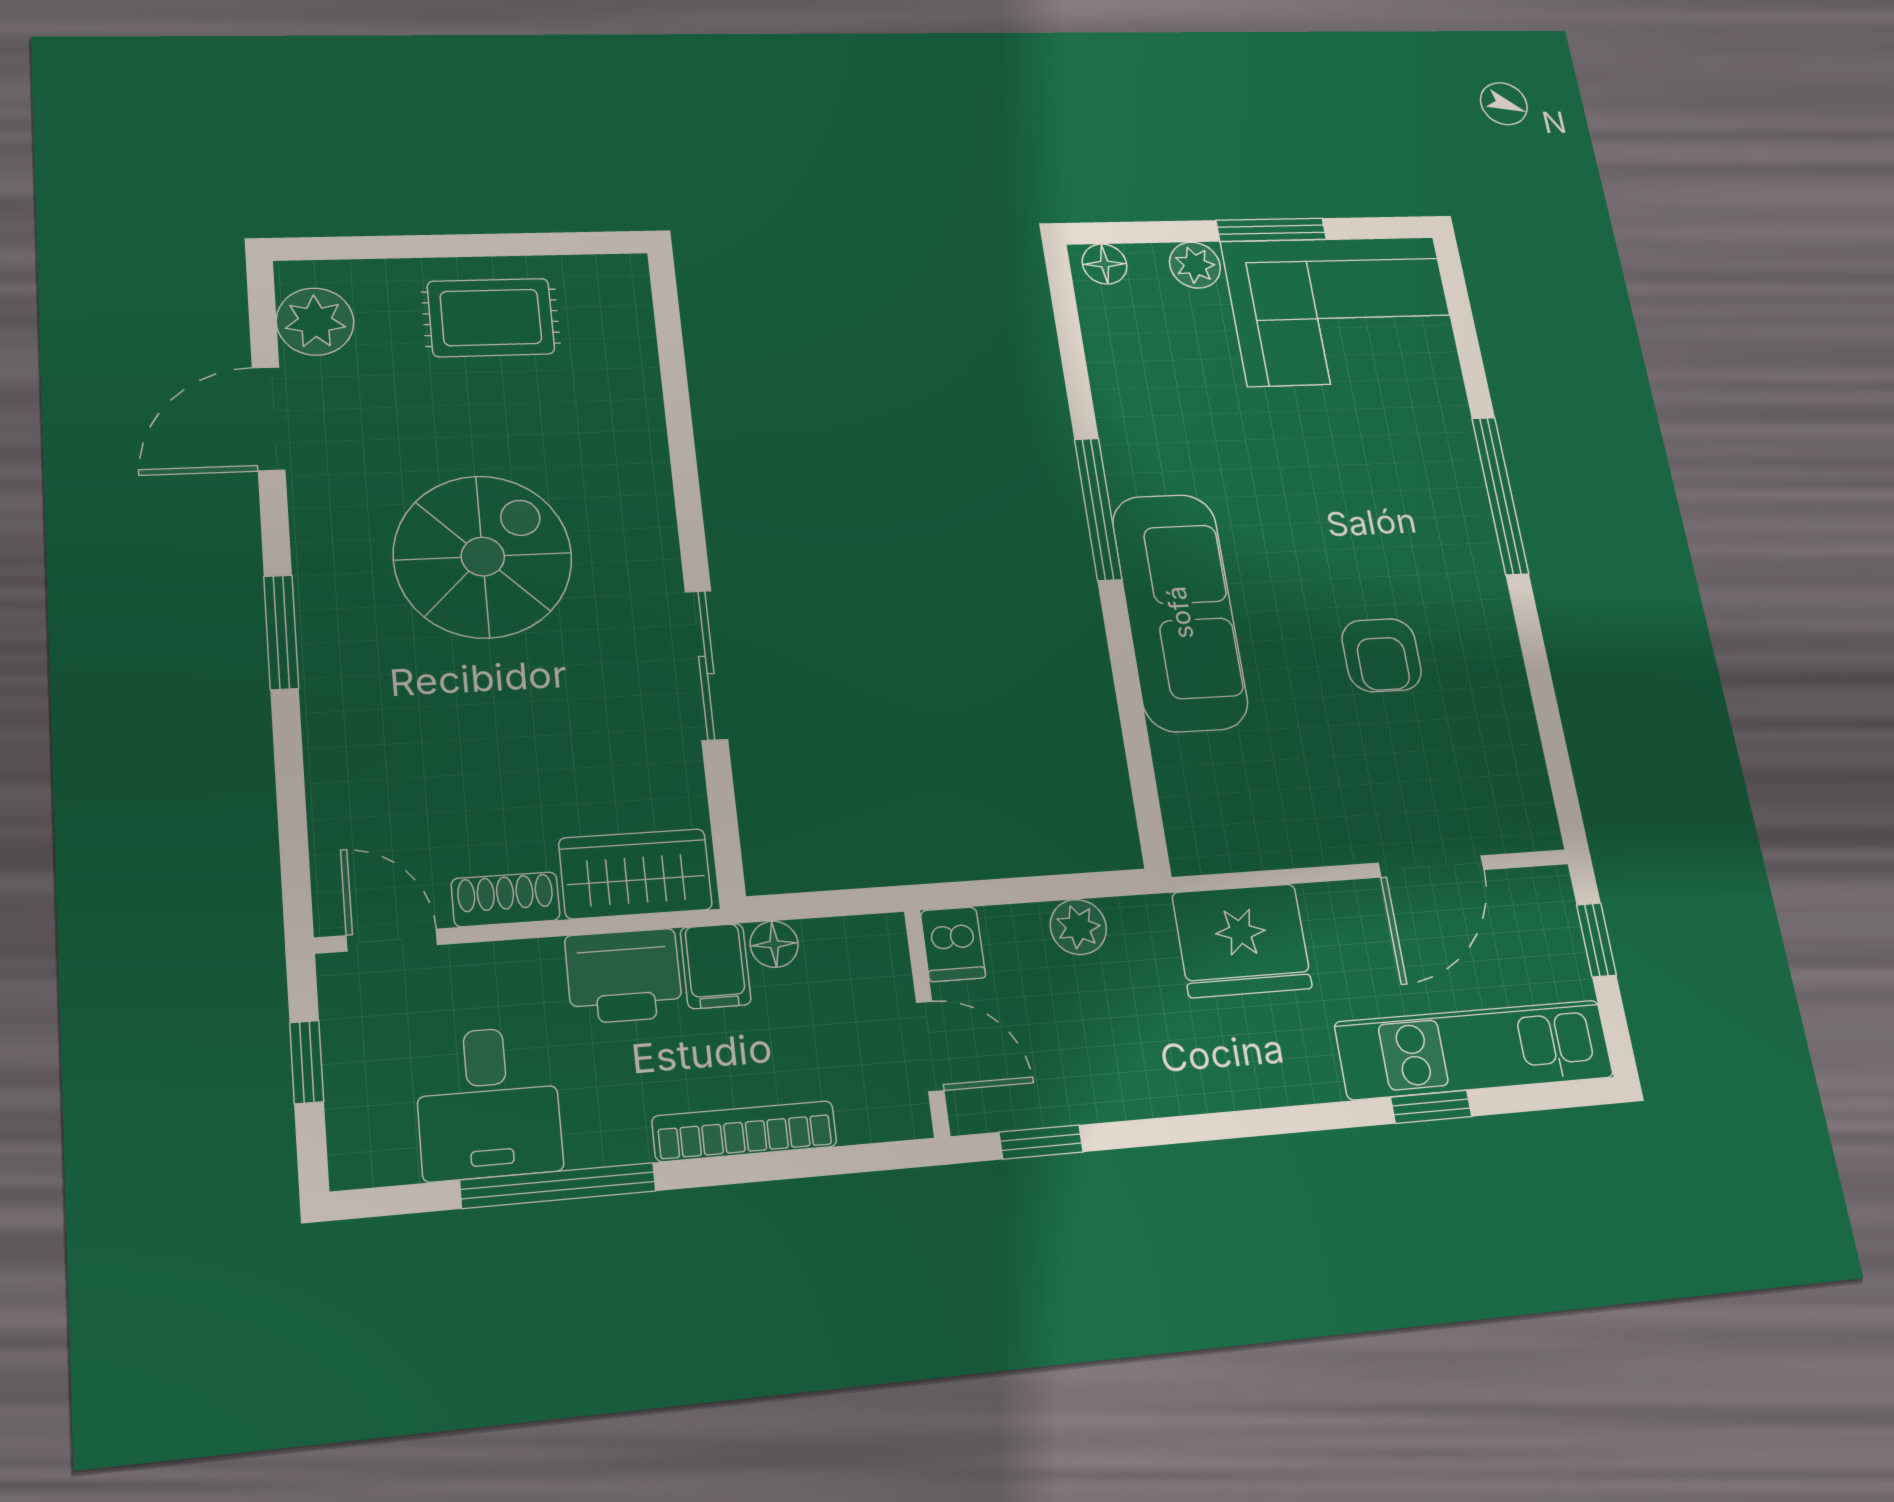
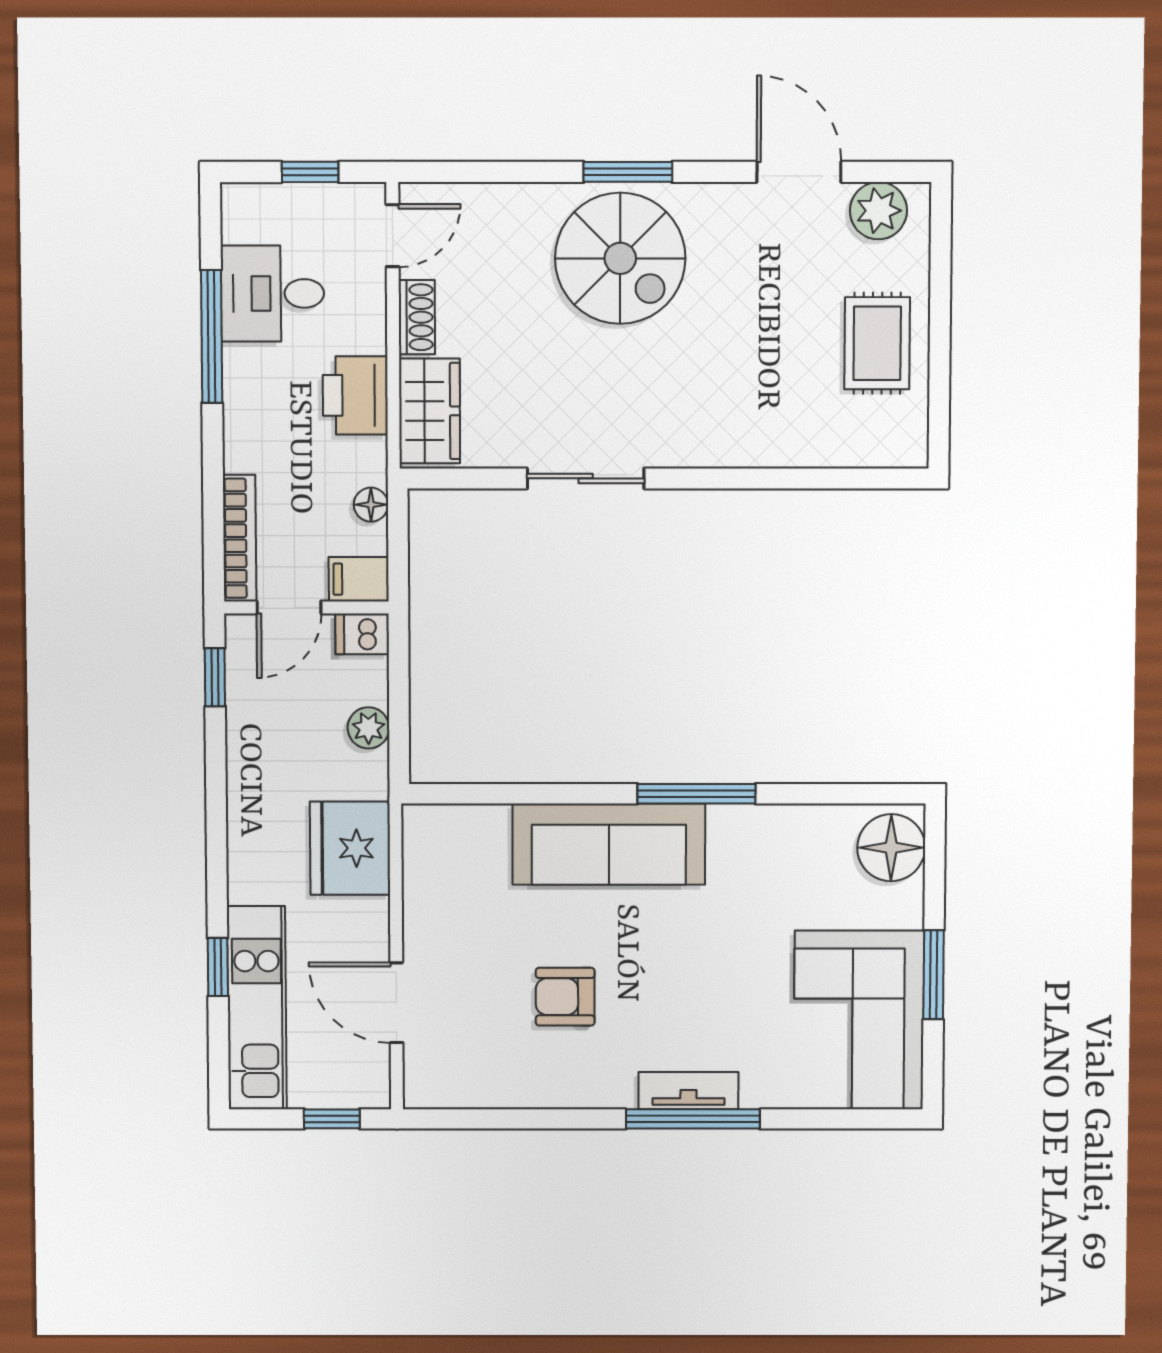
floor lamp: (1105, 264) -> (891, 848), width x1.89, depth x1.89
plant: (1195, 265) -> (904, 906), removed
tv unit: (1467, 502) -> (688, 1091), added
spiral stairs: (483, 557) -> (620, 258), moved
filing cabinet: (716, 966) -> (359, 579), moved
bookcase: (745, 1131) -> (240, 538), moved

